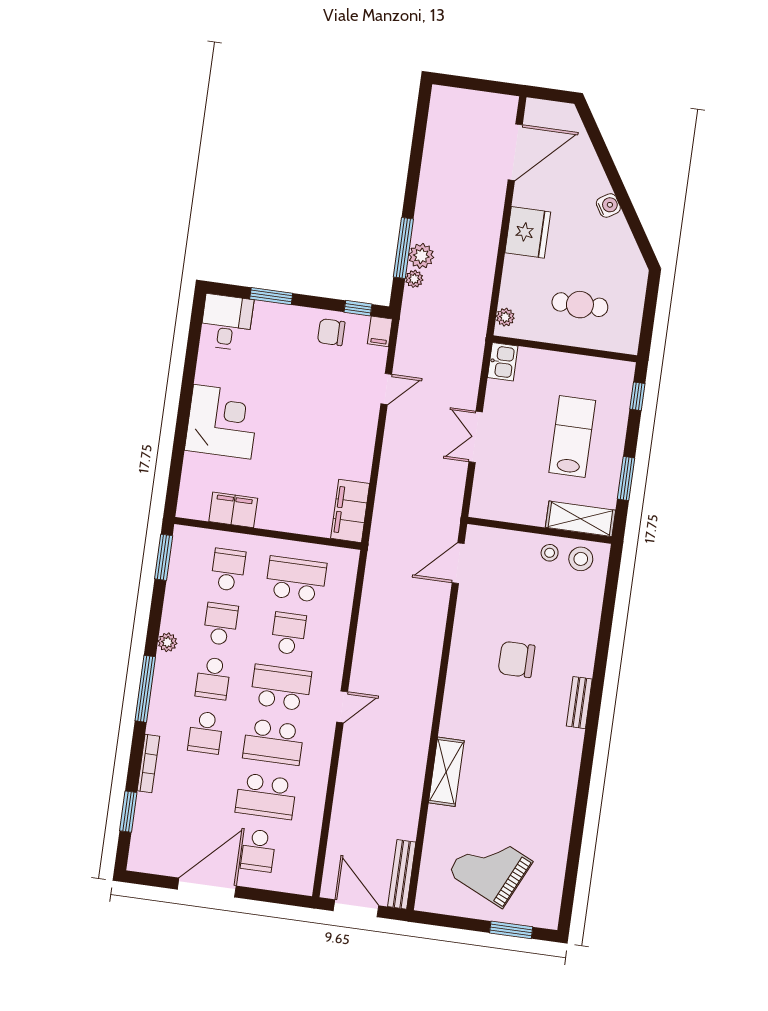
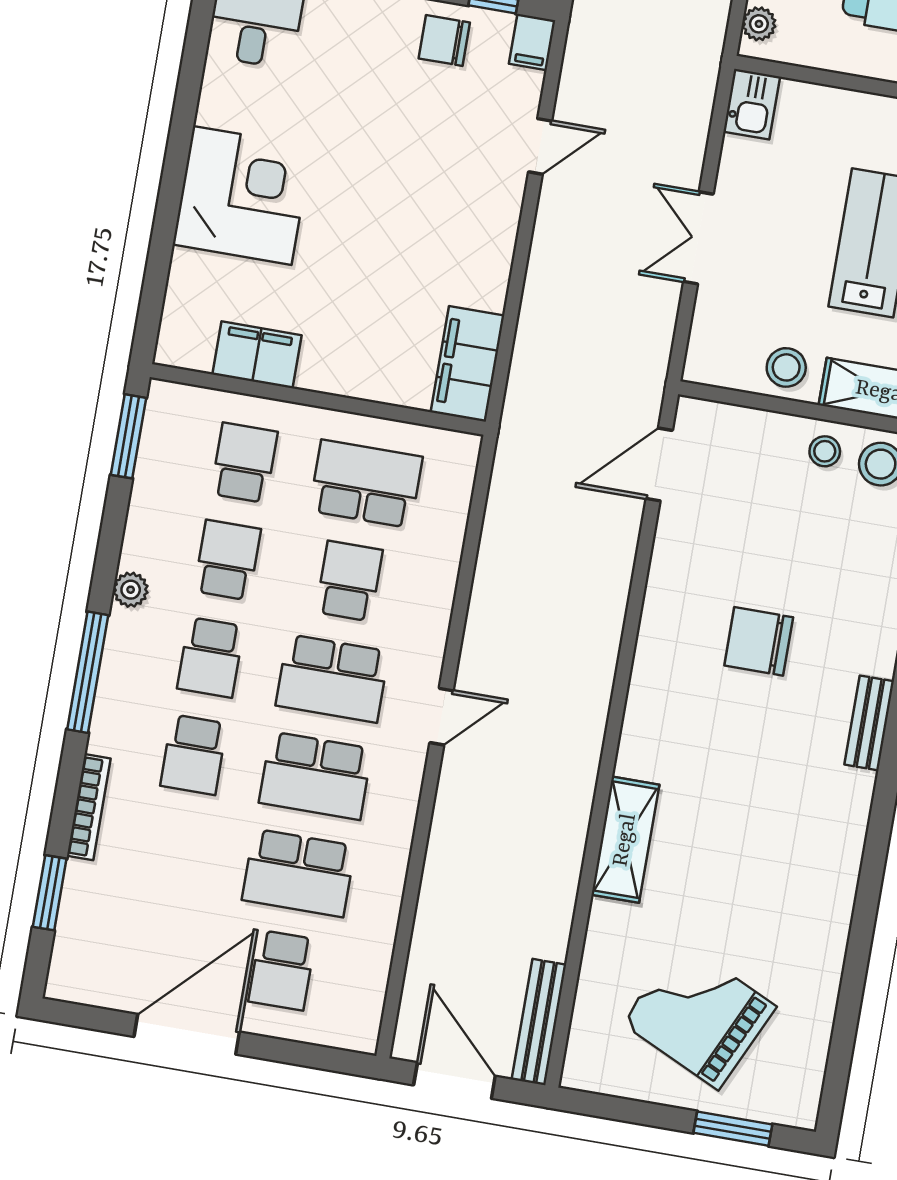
stool: (527, 507) -> (786, 367), added
school desk: (281, 688) -> (332, 678), turned 180

